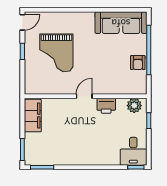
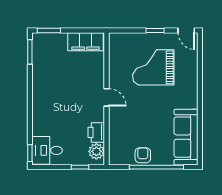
armchair: (138, 63) -> (143, 155), turned 90
printer: (106, 106) -> (96, 132), moved

